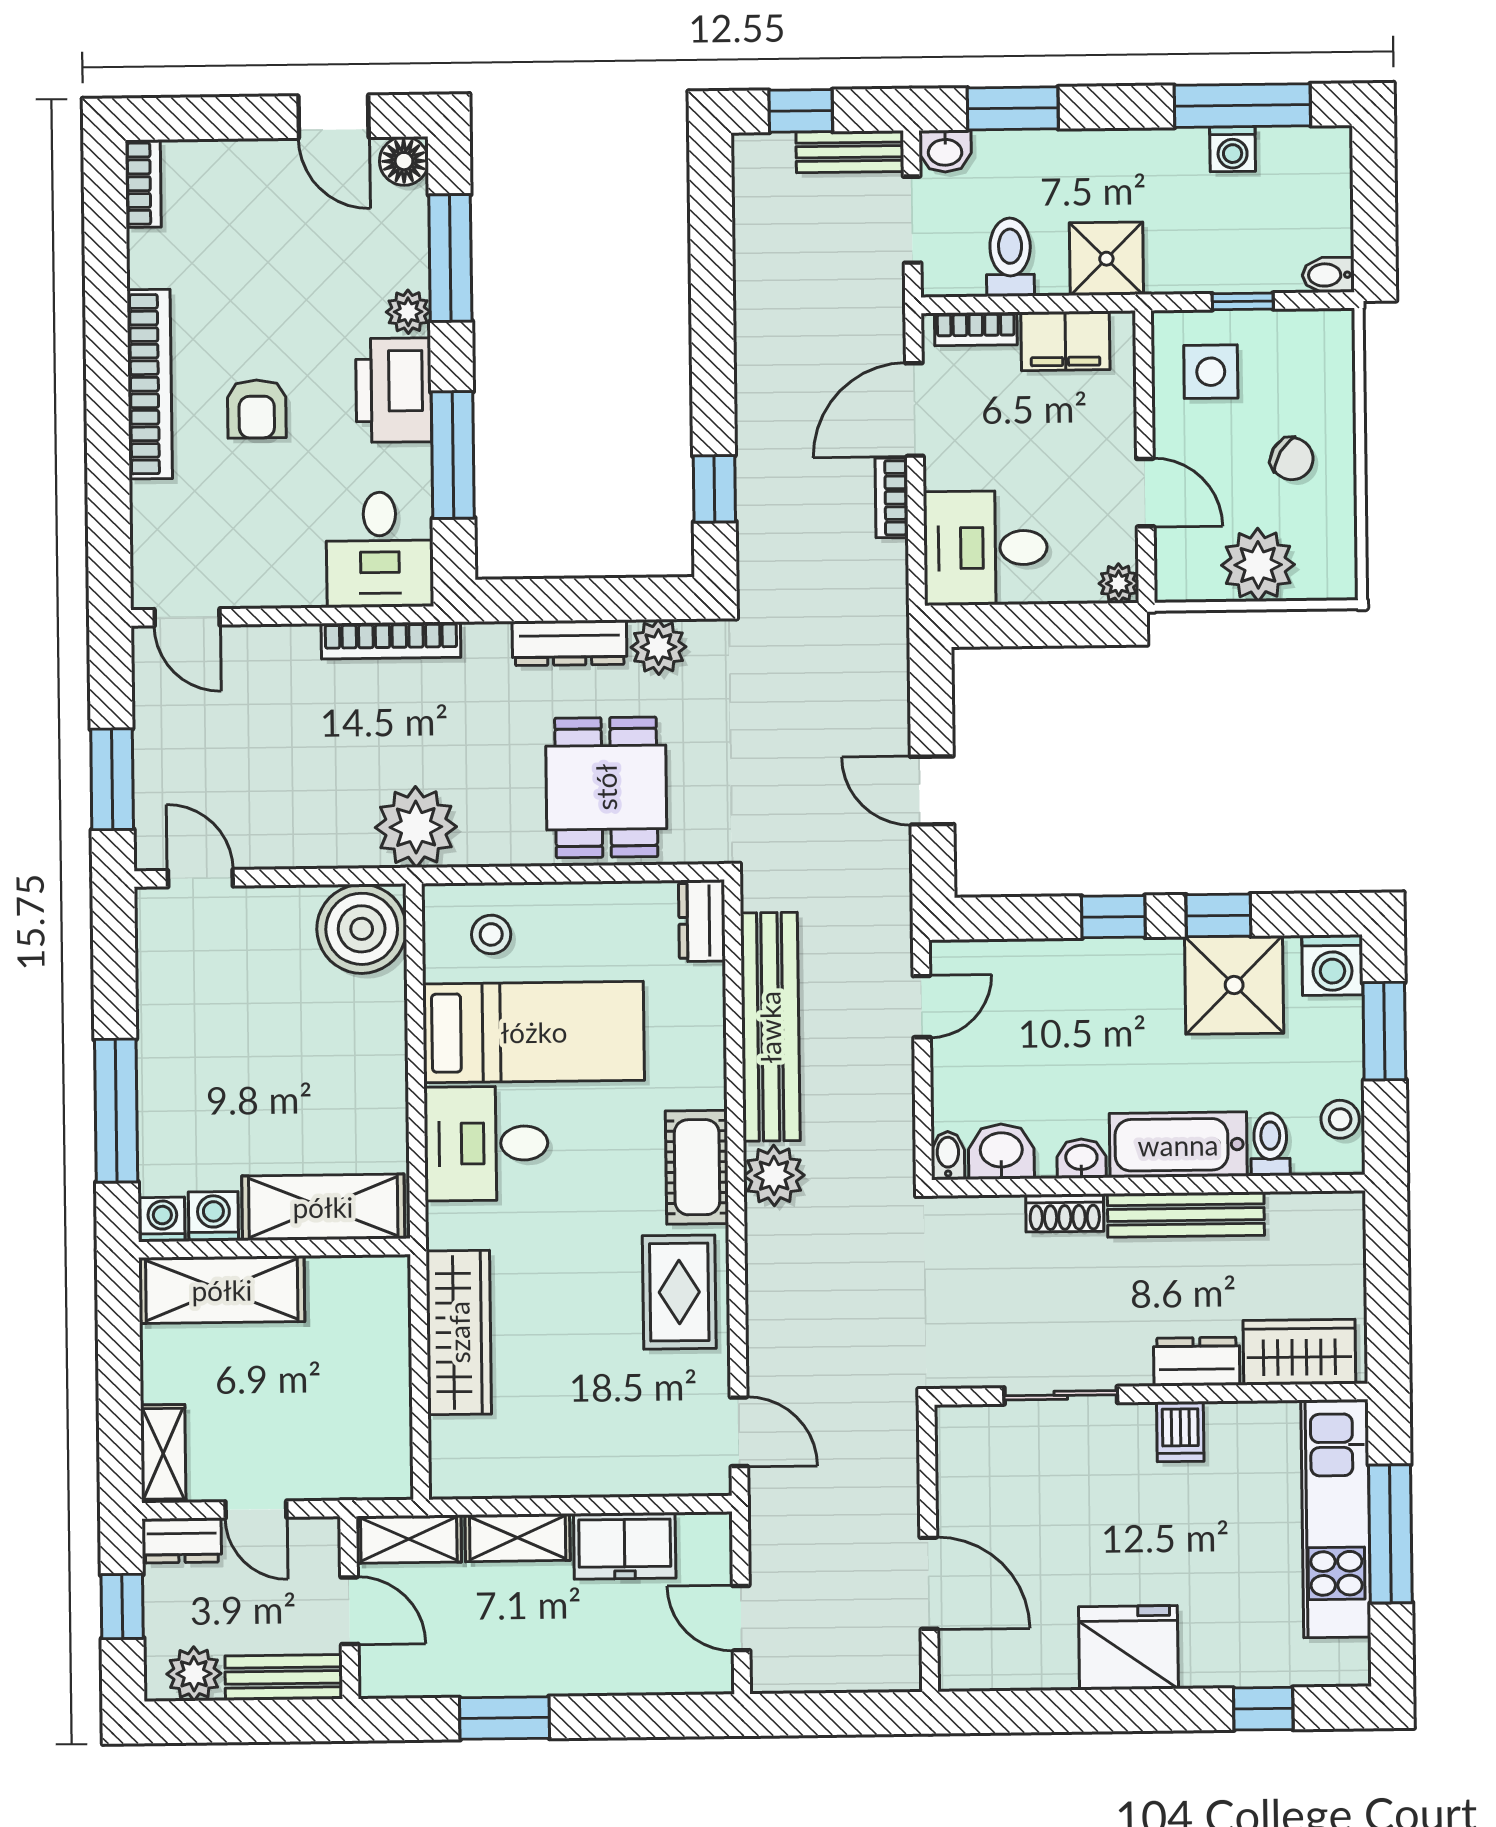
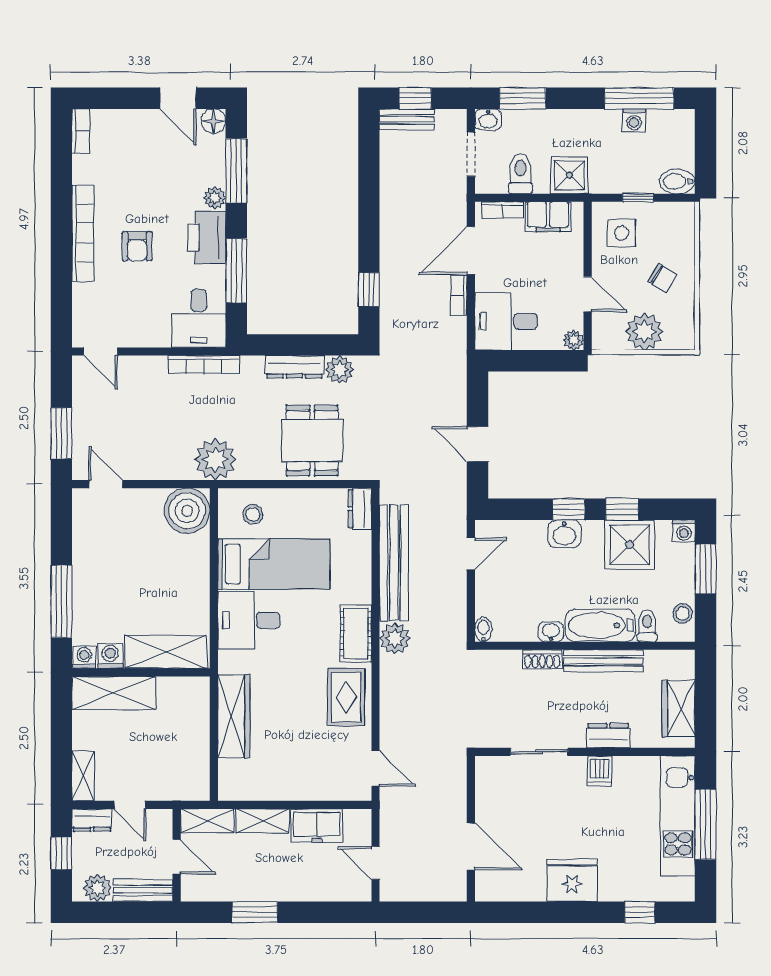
bench: (850, 152) -> (407, 119), moved
bidet: (1328, 275) -> (677, 181), width x1.38, depth x1.36
washing machine: (1332, 965) -> (684, 531), width x0.73, depth x0.73
washbasin: (1001, 1152) -> (564, 534), moved, turned 180
wardrobe: (1299, 1352) -> (679, 708), moved, turned -90

